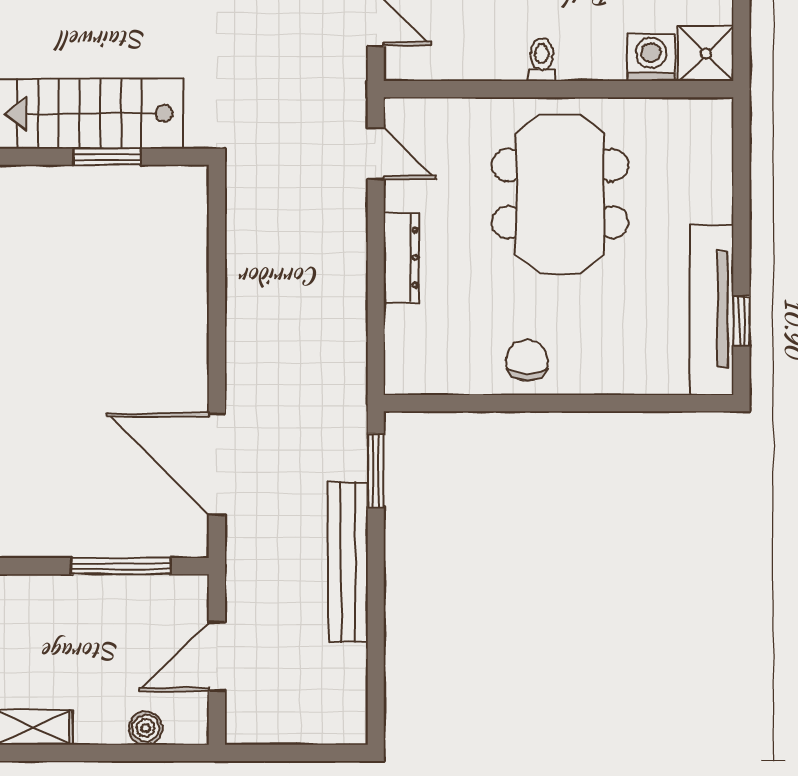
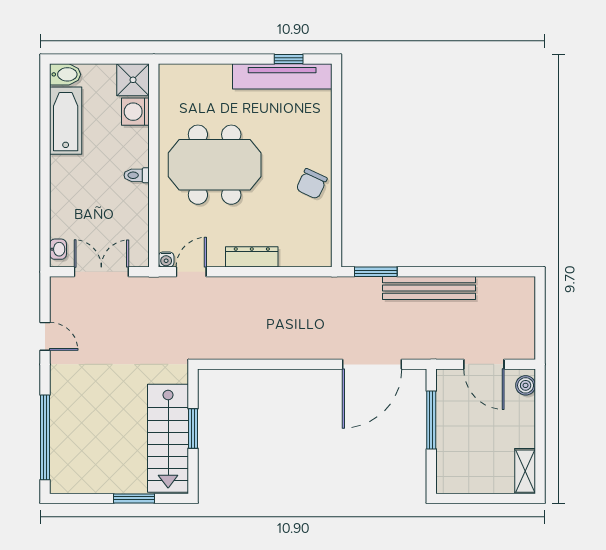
water cooler: (397, 110) -> (166, 260), added
chair: (527, 360) -> (312, 184), turned -65
boiler: (146, 728) -> (526, 385), moved

